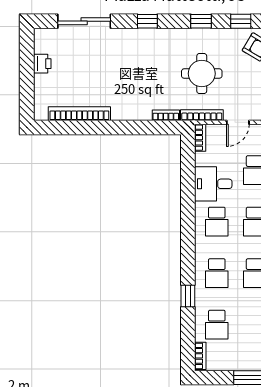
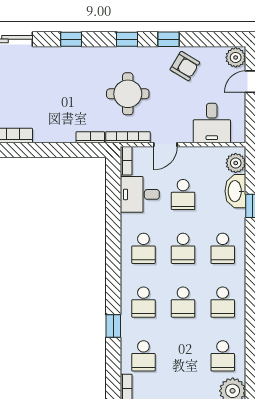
desk: (213, 184) -> (140, 194), moved

